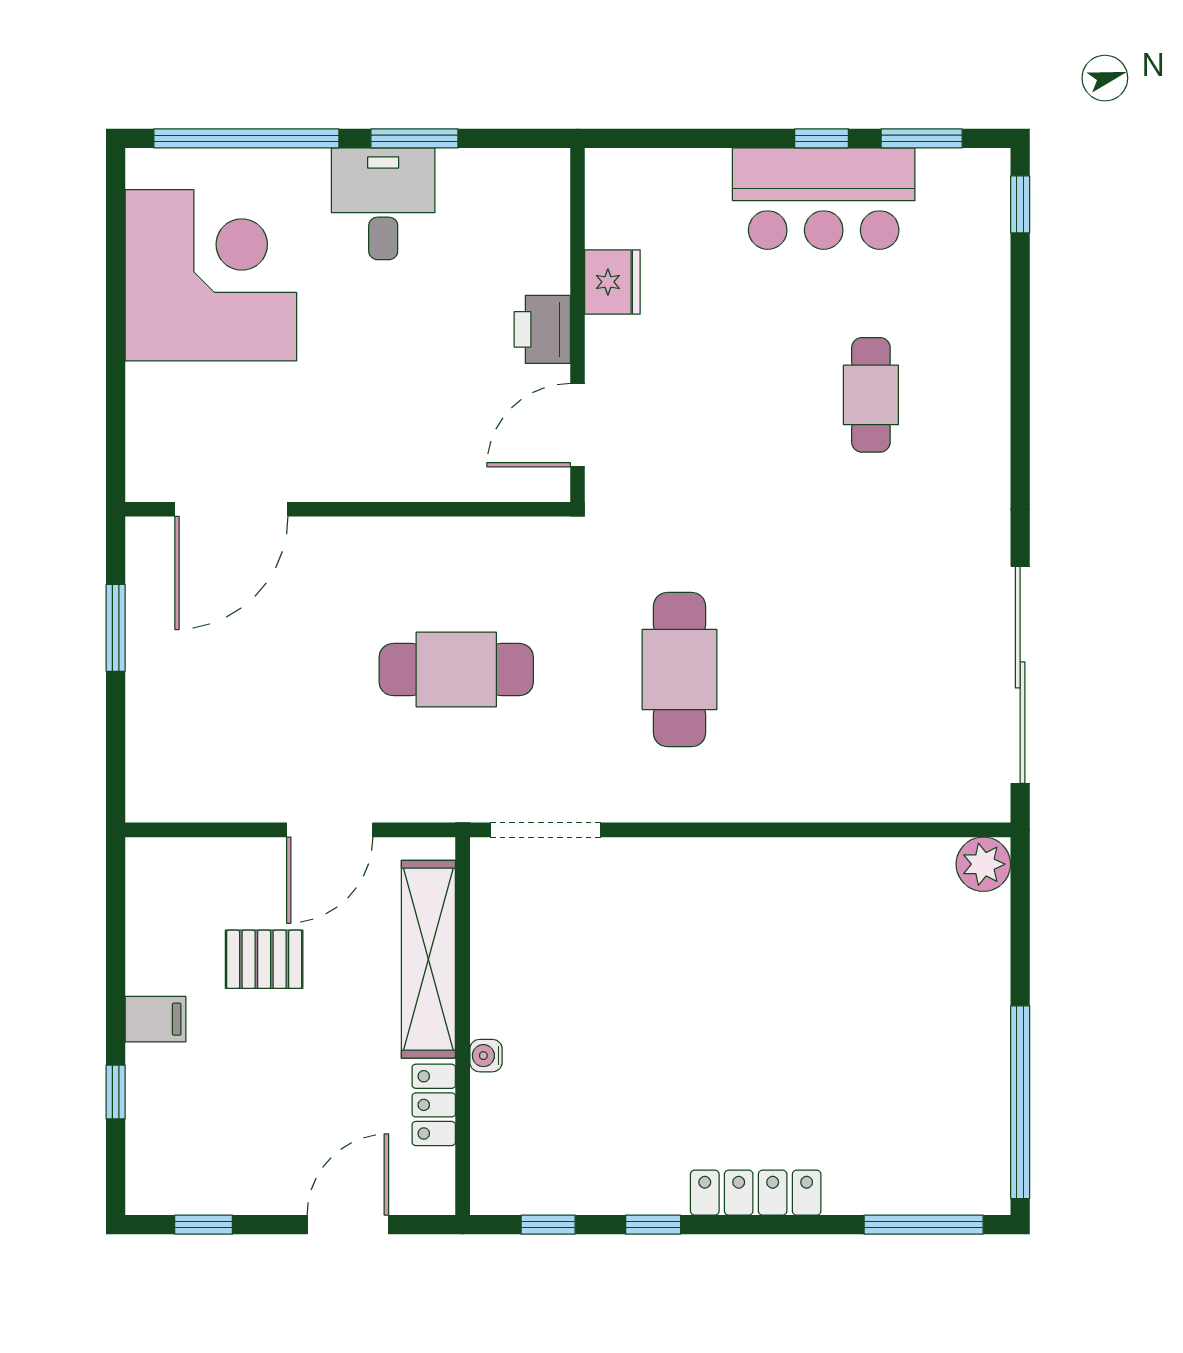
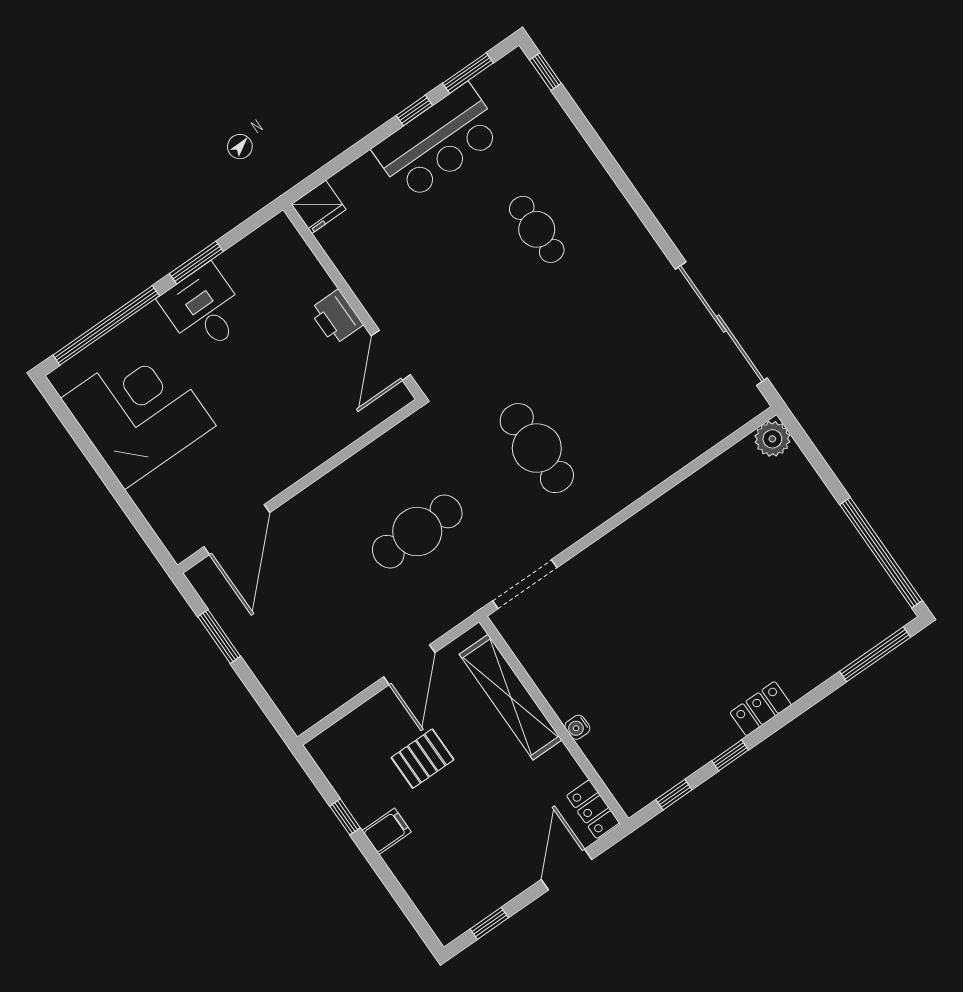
fridge: (612, 282) -> (319, 207), moved, turned 90
window: (116, 1092) -> (345, 817), moved
locker: (434, 1105) -> (593, 809), moved
locker: (756, 1193) -> (761, 709), width x0.66

